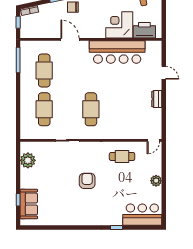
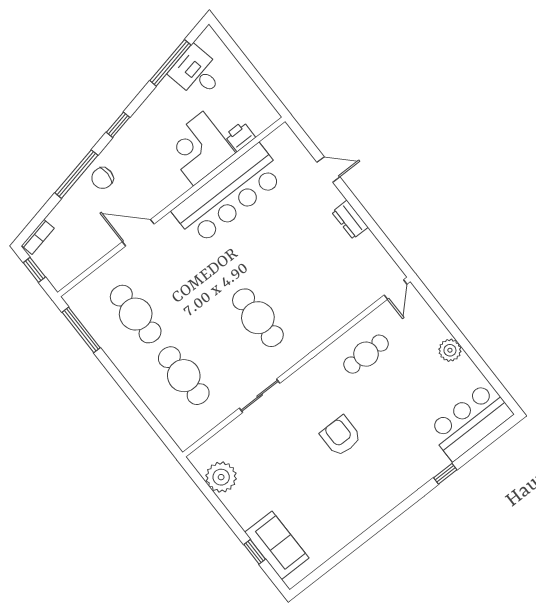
printer: (144, 30) -> (240, 136), width x0.53, depth x0.68

